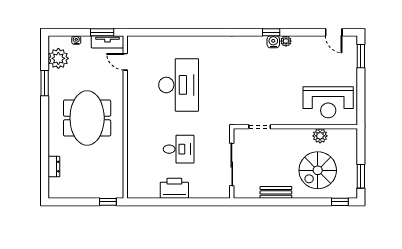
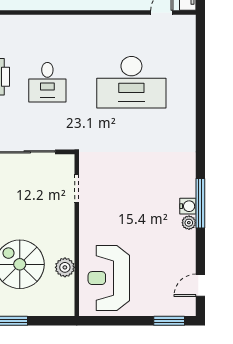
window: (271, 32) -> (200, 203), width x2.17

